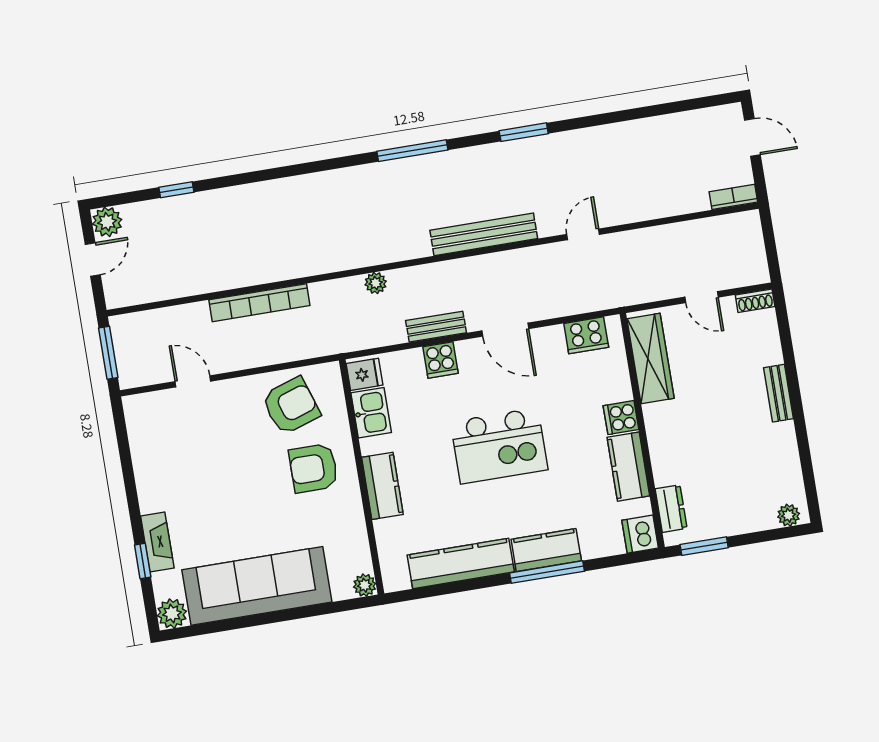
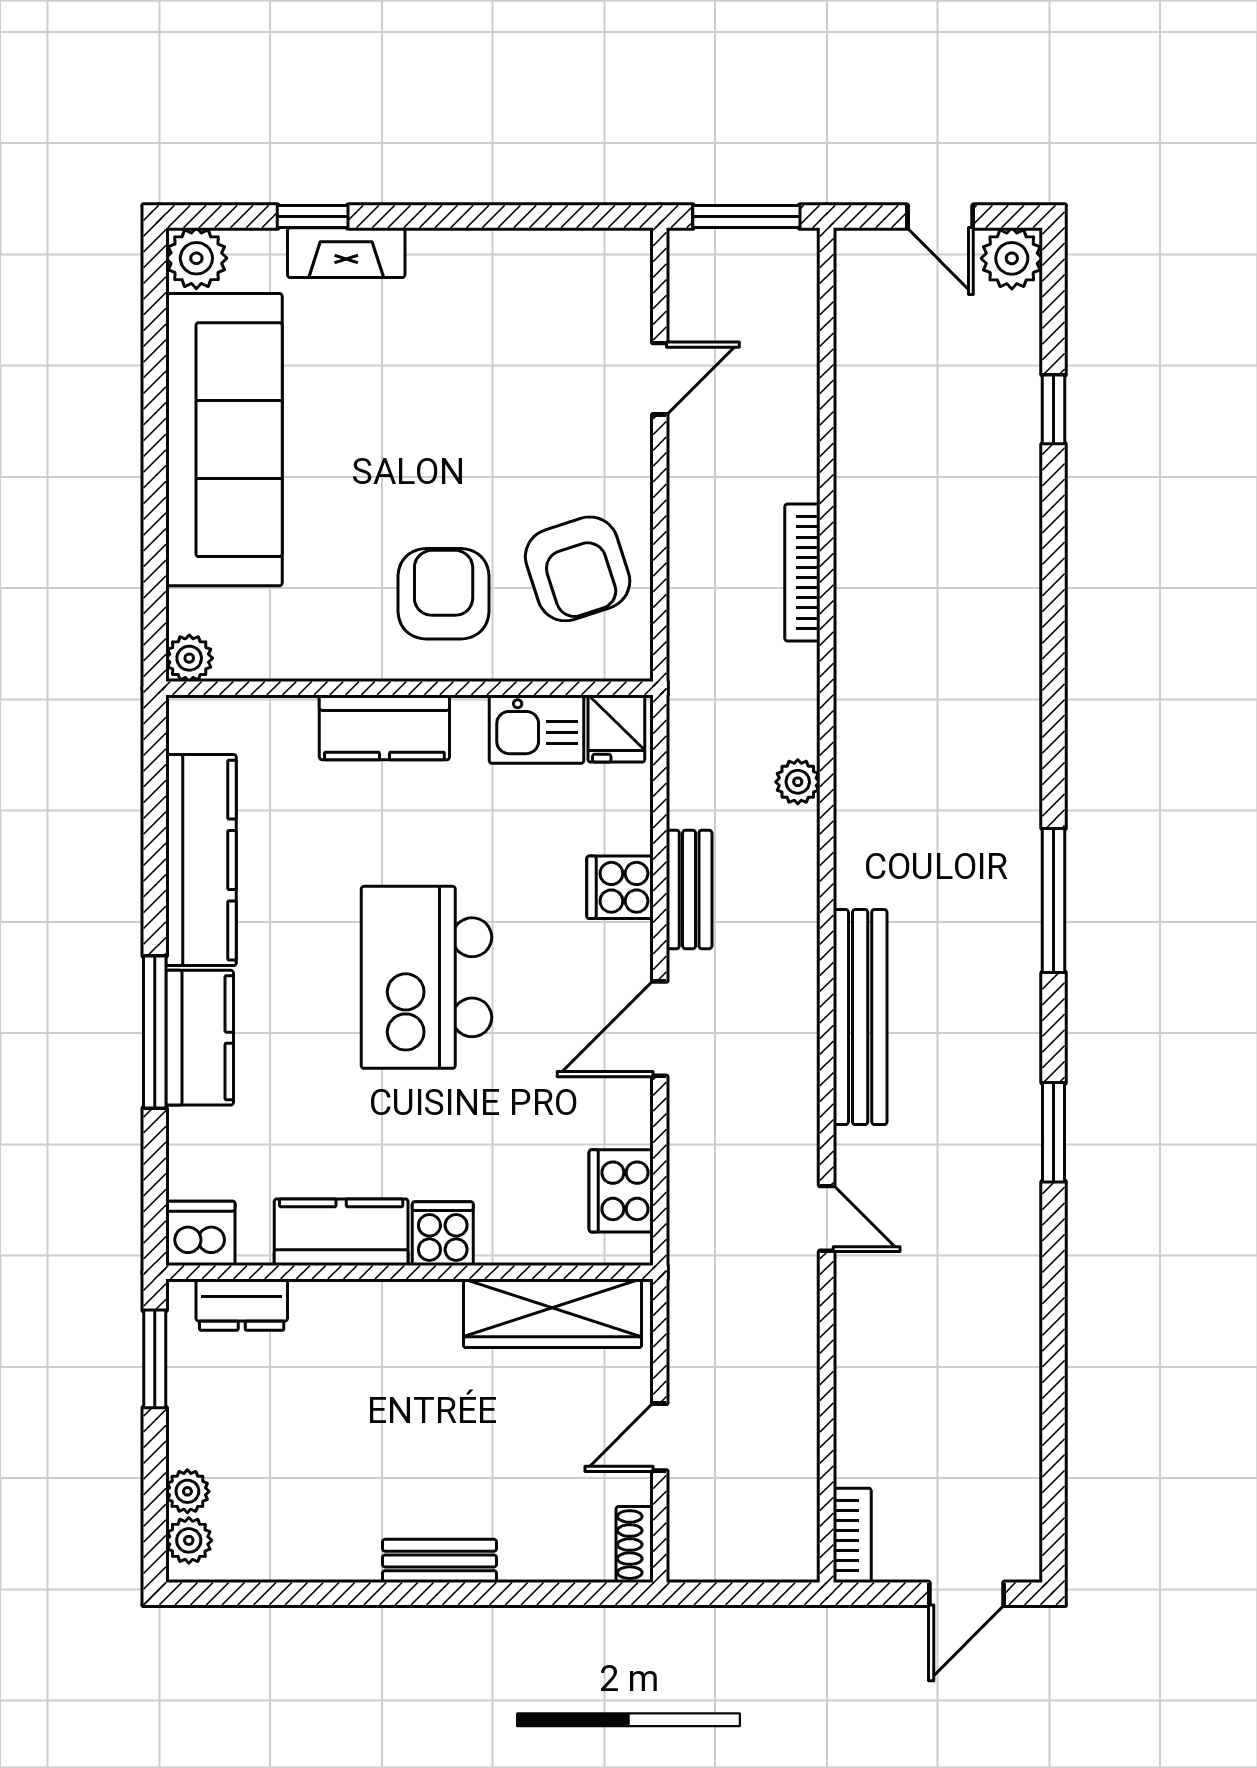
bookcase: (259, 303) -> (802, 572), width x0.68, depth x0.76
plant: (765, 520) -> (187, 1491), added

